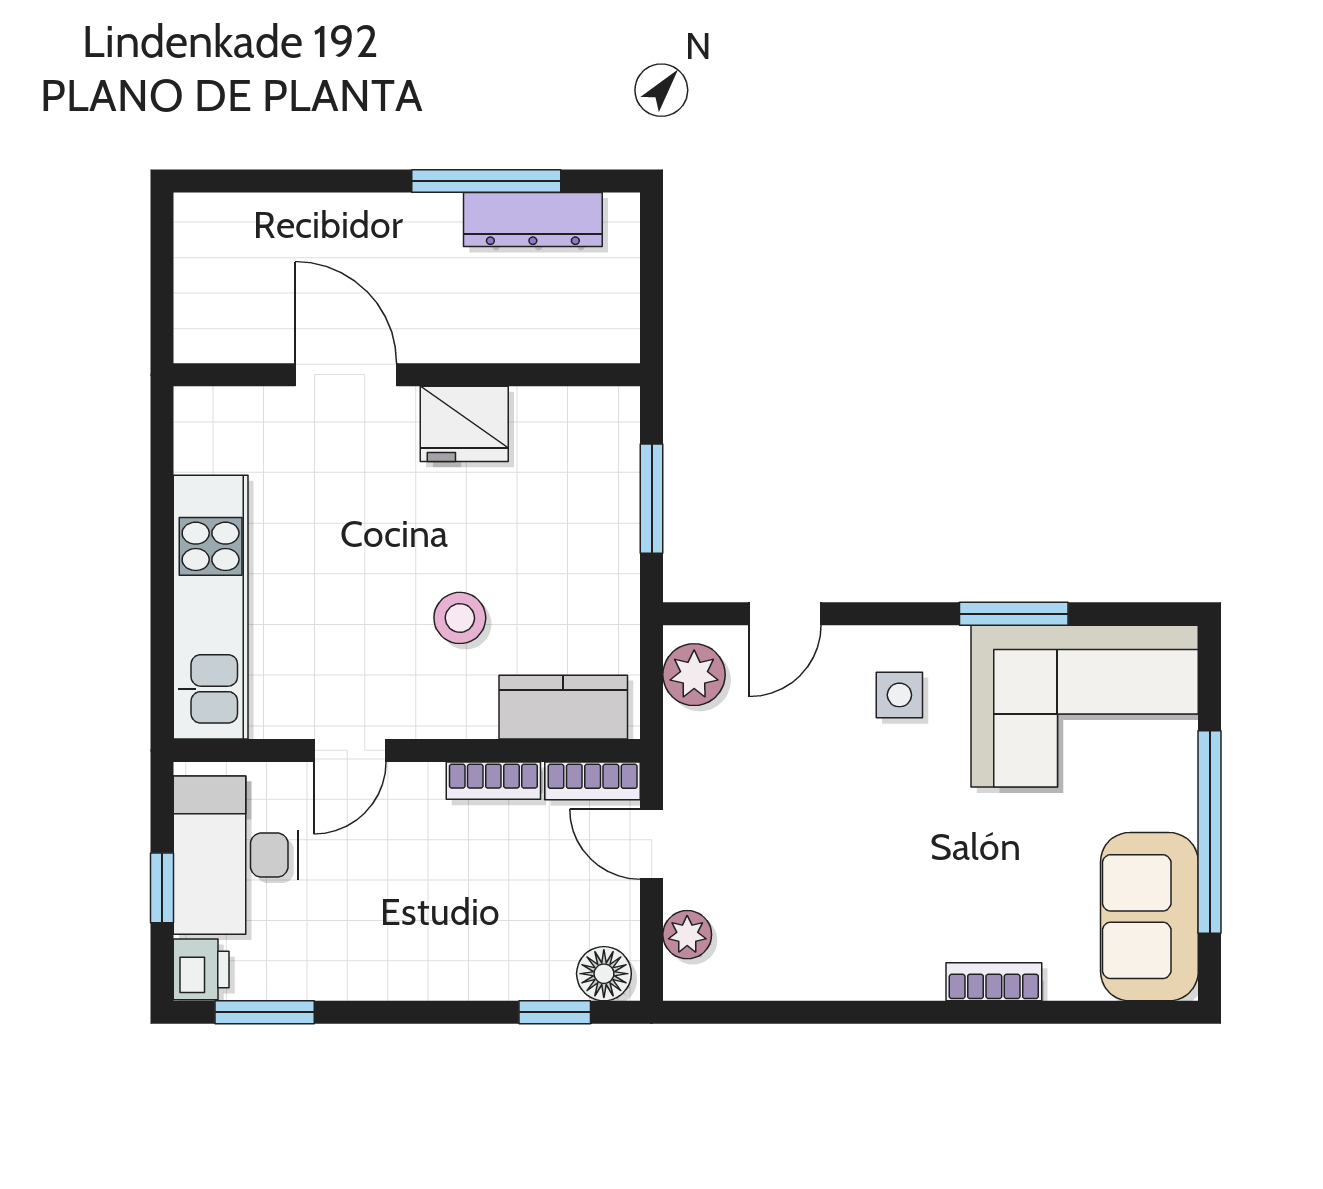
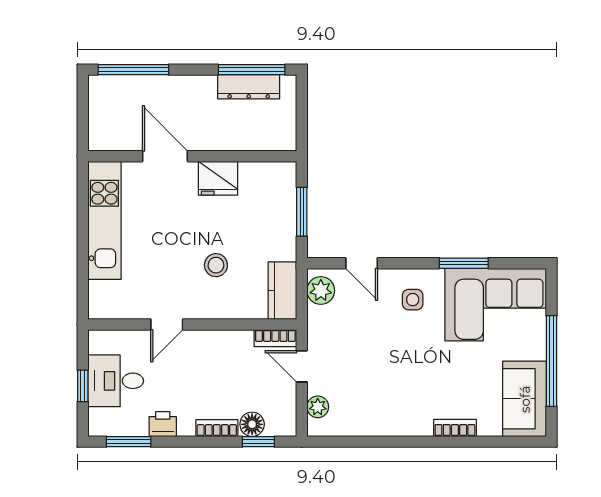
window: (275, 181) -> (133, 70), added
window: (486, 181) -> (252, 70), moved
kitchen unit: (211, 607) -> (104, 220), moved
door: (785, 614) -> (362, 263), hinge flipped
kitchen counter: (563, 707) -> (282, 291), moved, turned -90
bookcase: (493, 781) -> (217, 428), moved, turned 180
desk: (236, 855) -> (116, 381), width x0.73
printer: (201, 969) -> (163, 424), moved, turned -90
floor lamp: (604, 974) -> (252, 424), moved

